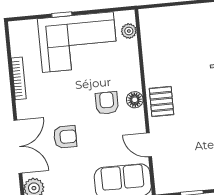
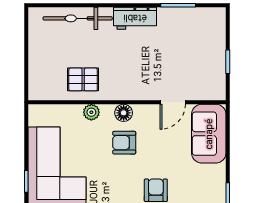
plant: (129, 31) -> (91, 112), moved
pallet: (162, 101) -> (83, 79), moved

